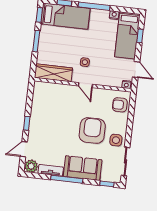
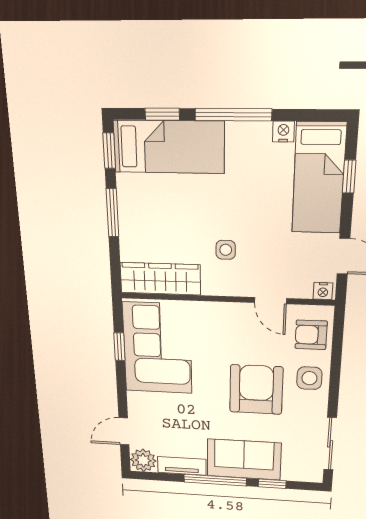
door: (85, 85) -> (271, 301), moved
corner sofa: (47, 106) -> (157, 348), added
window: (27, 123) -> (119, 347), moved
side table: (116, 140) -> (309, 378), moved
window: (107, 184) -> (272, 484), moved

